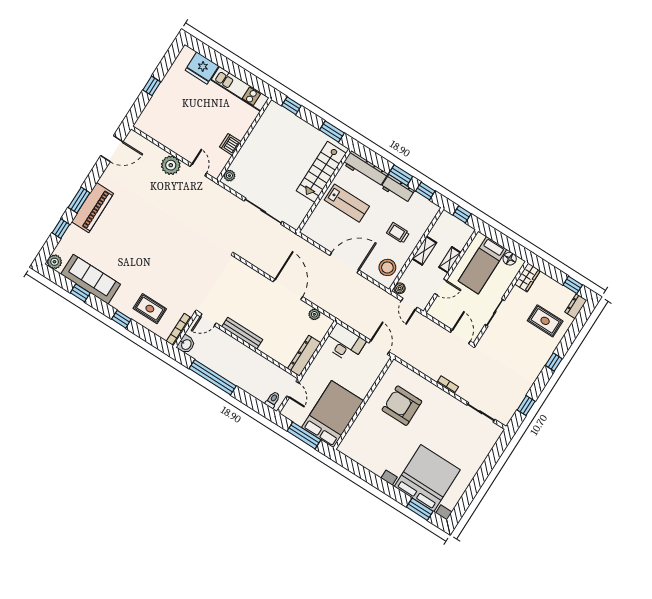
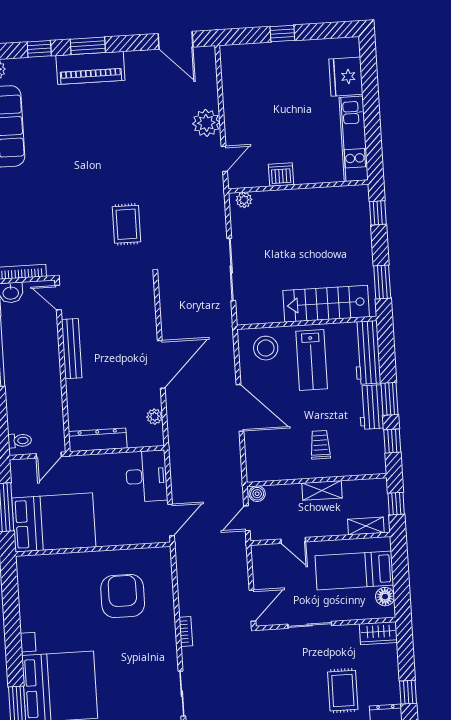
shelving: (450, 260) -> (366, 526), moved
stool: (387, 267) -> (266, 348), moved
rug: (150, 309) -> (126, 224), moved

